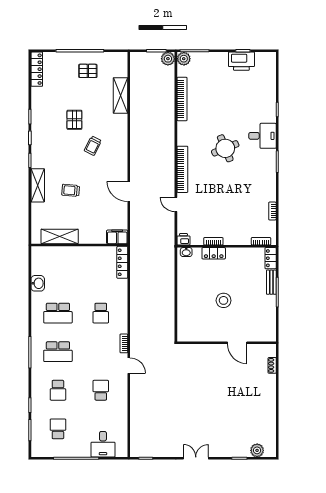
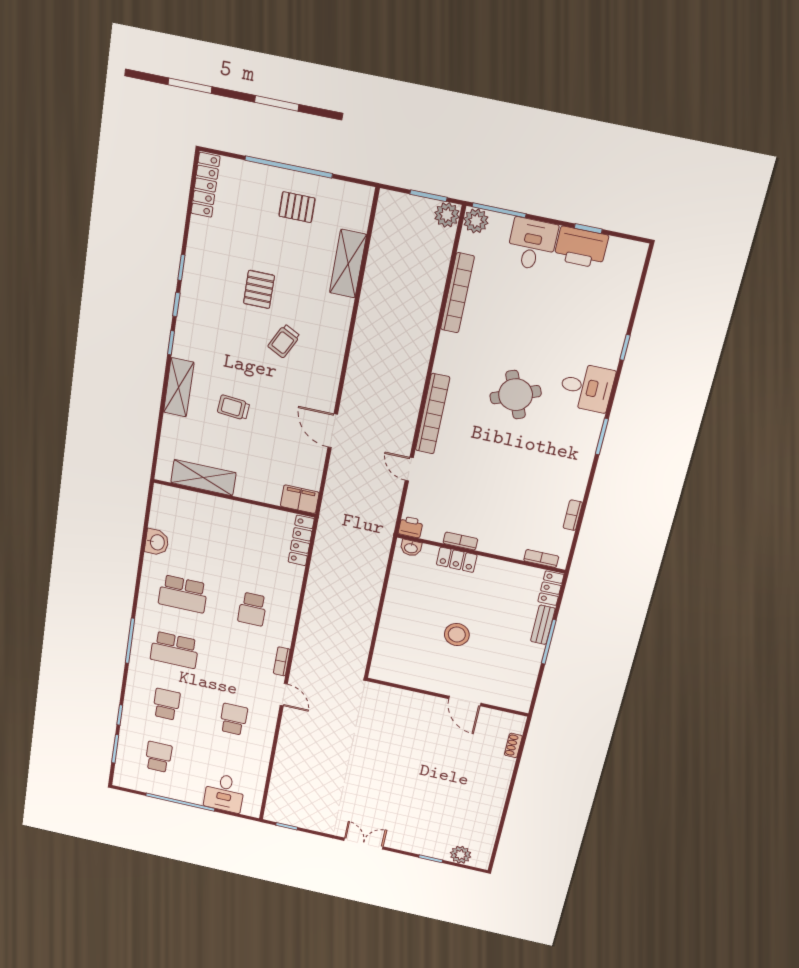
desk: (216, 65) -> (532, 244), added
school desk: (58, 390) -> (166, 704), turned 180

